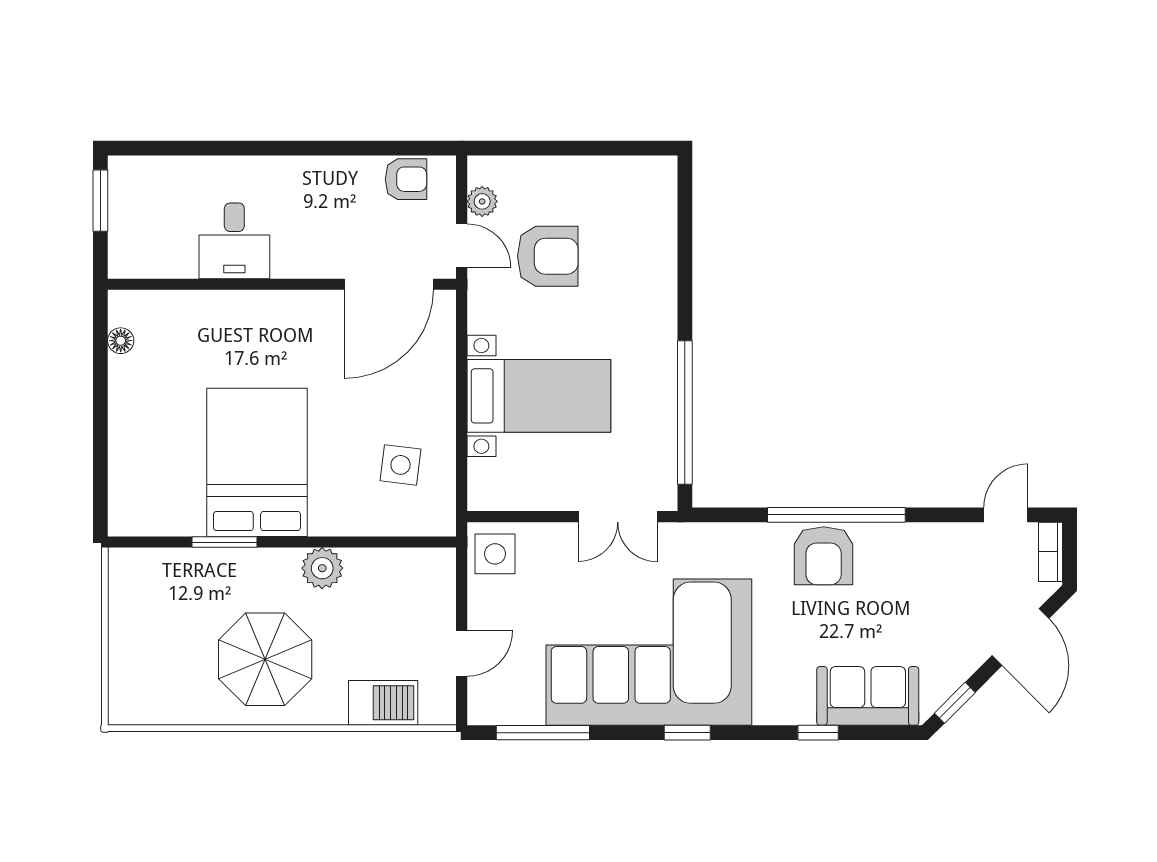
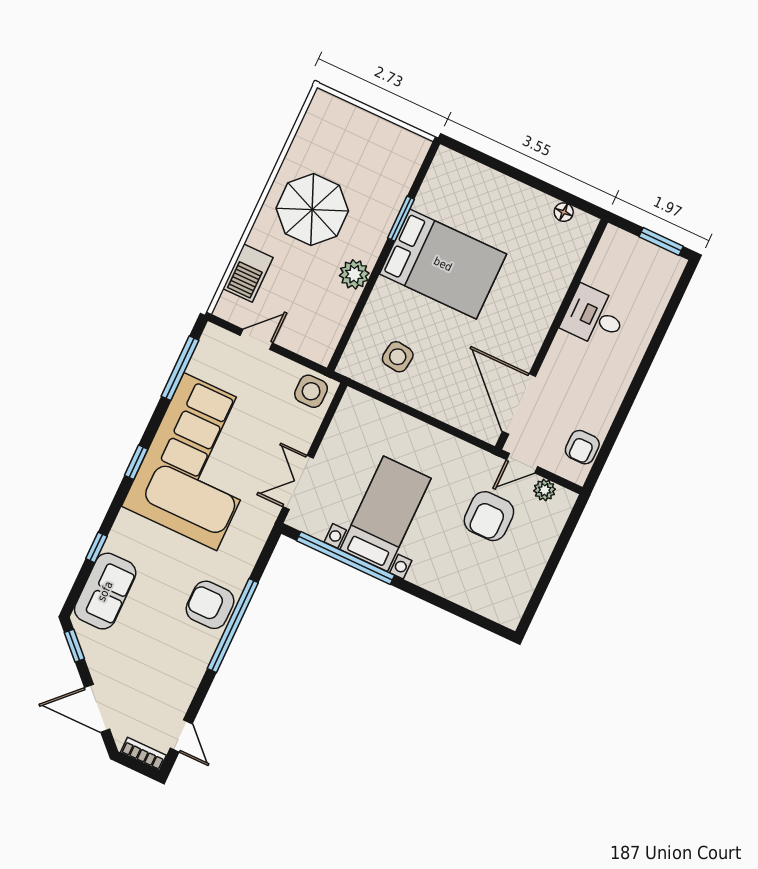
bed with nightstands: (539, 396) -> (385, 514), moved, turned 180
door: (462, 653) -> (256, 339), swing flipped

